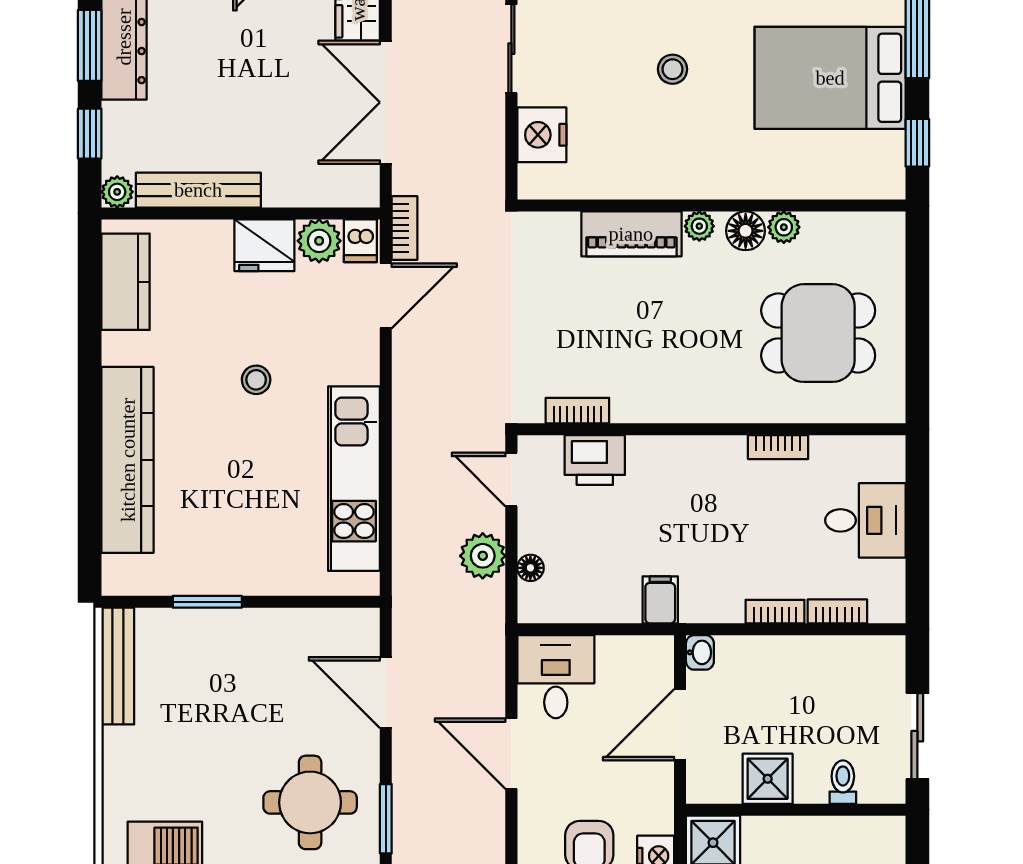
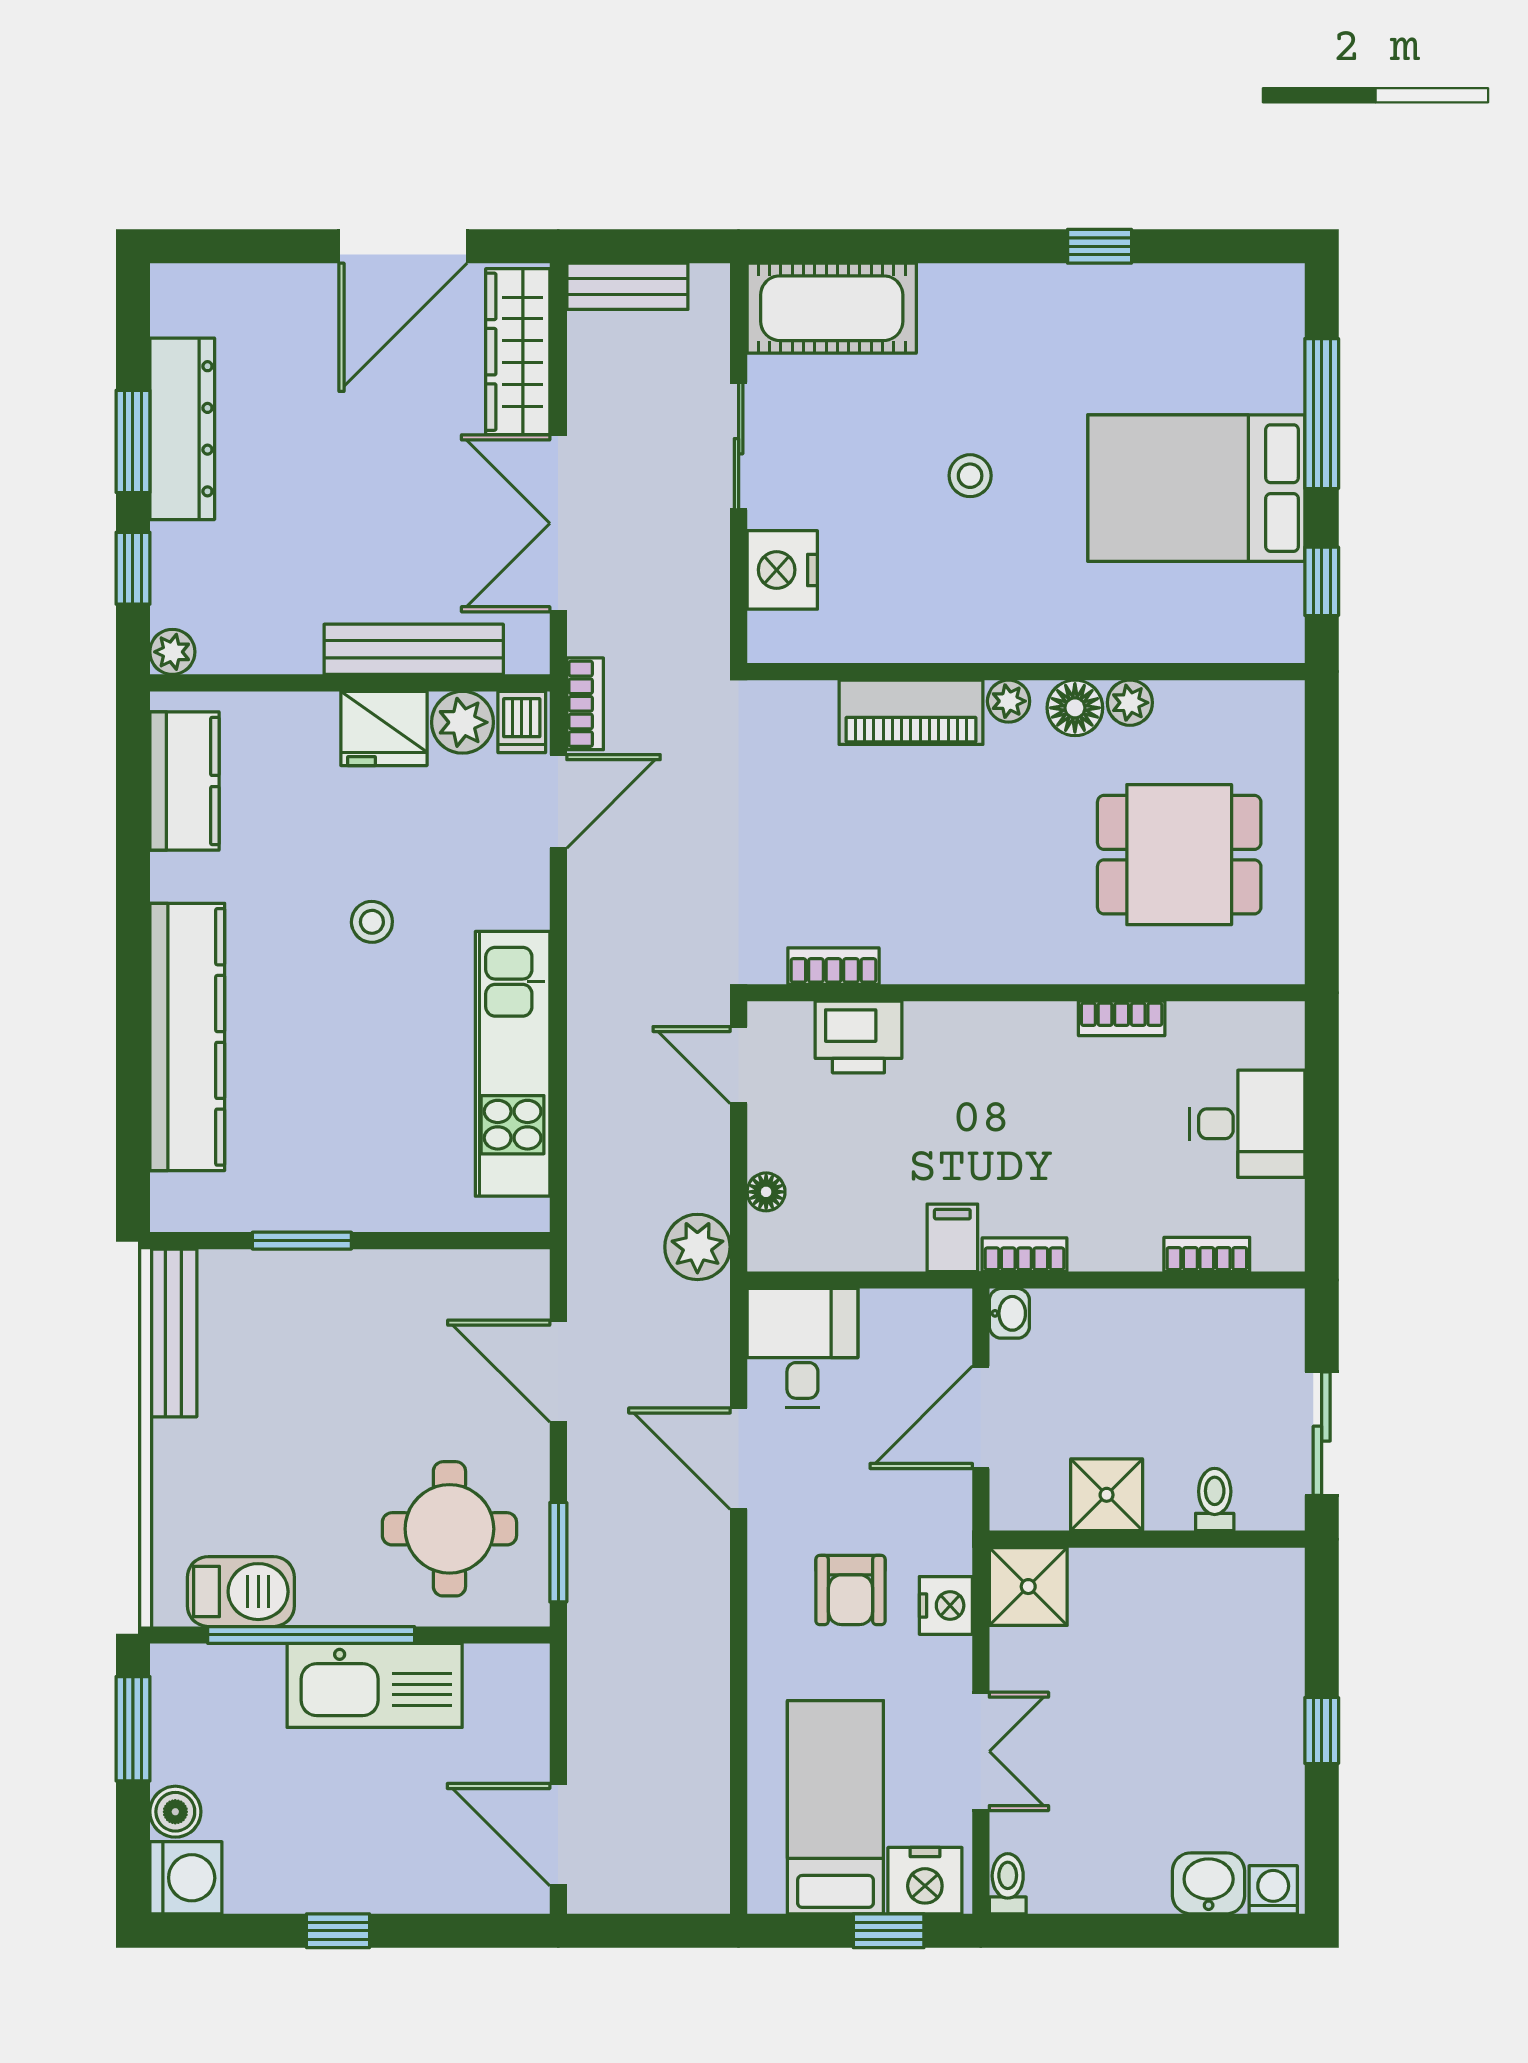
bench: (198, 190) -> (414, 649), moved
plant: (483, 556) -> (697, 1247), moved
bookcase: (775, 612) -> (1024, 1255), moved

